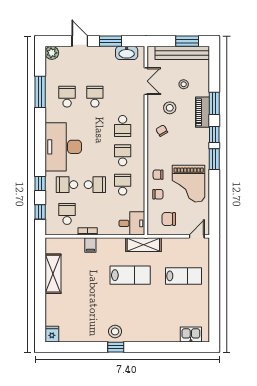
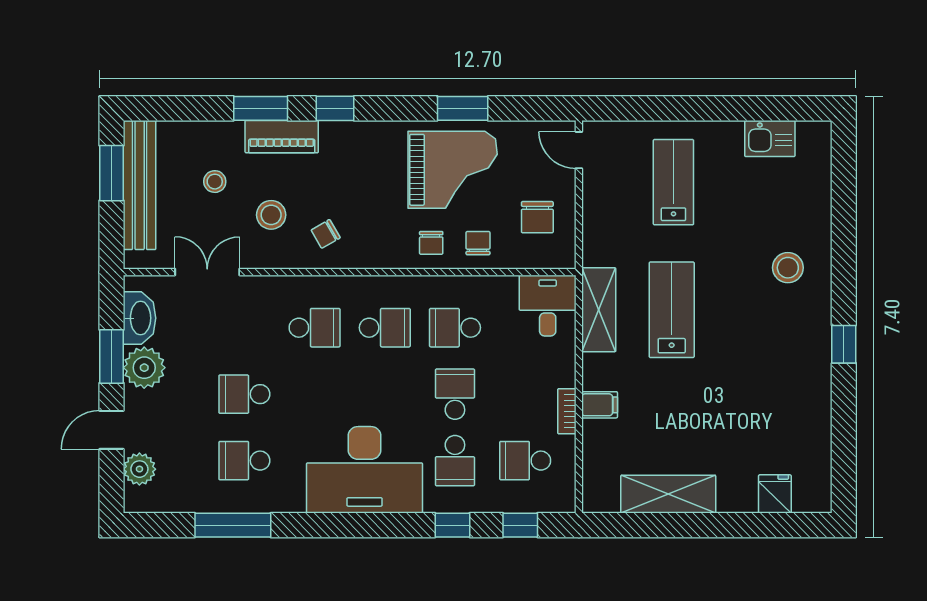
plant: (52, 53) -> (139, 469), moved
plant: (106, 55) -> (144, 368), added
school desk: (123, 155) -> (385, 328), turned 180
window: (214, 159) -> (463, 108), moved
shelving: (143, 245) -> (599, 310), moved
stool: (115, 331) -> (788, 268), moved
fridge: (52, 334) -> (775, 494), moved, turned 90
kitchen sink: (191, 334) -> (770, 138), moved, turned -90

